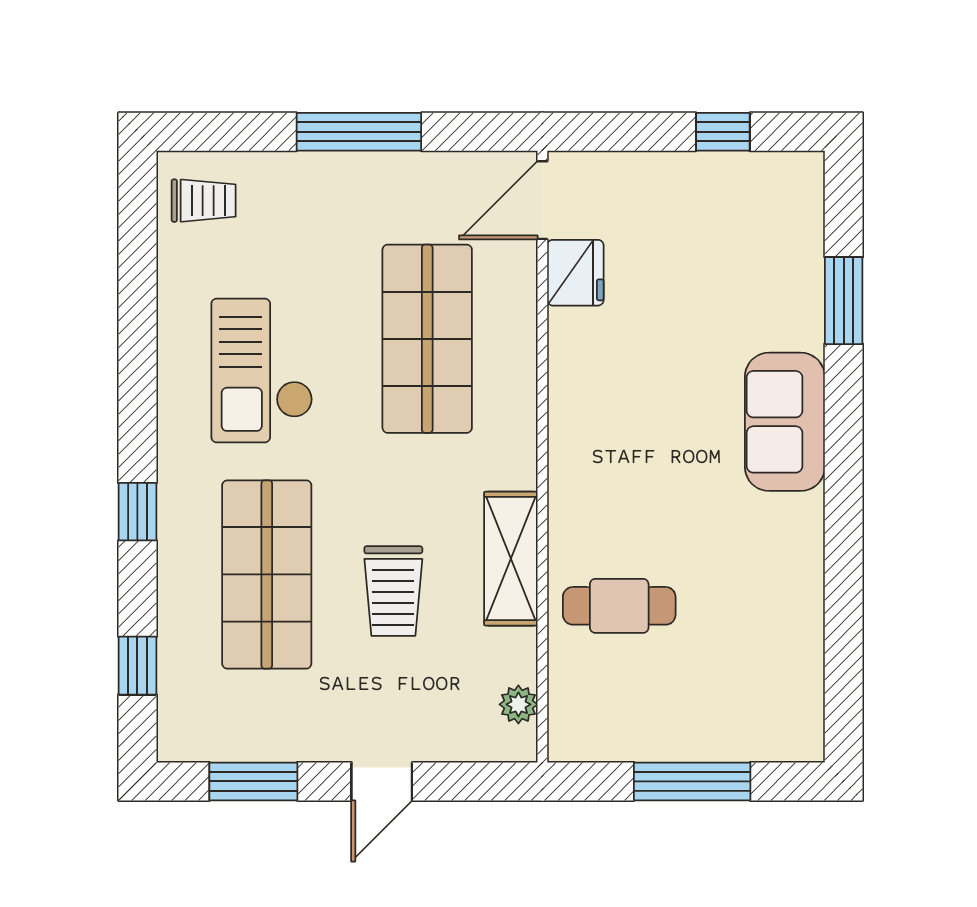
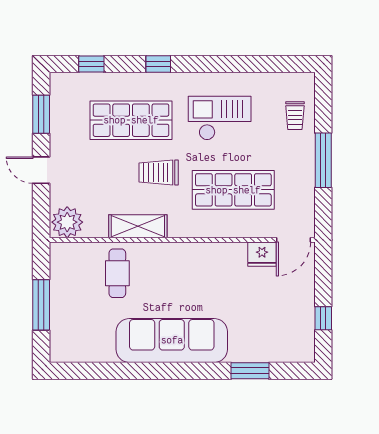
door: (542, 200) -> (293, 240), swing flipped
trolley: (204, 201) -> (295, 116), moved
sofa: (785, 422) -> (172, 340), width x1.85, depth x1.27
trolley: (393, 591) -> (159, 173), moved
plant: (518, 704) -> (67, 222), width x1.88, depth x1.88

